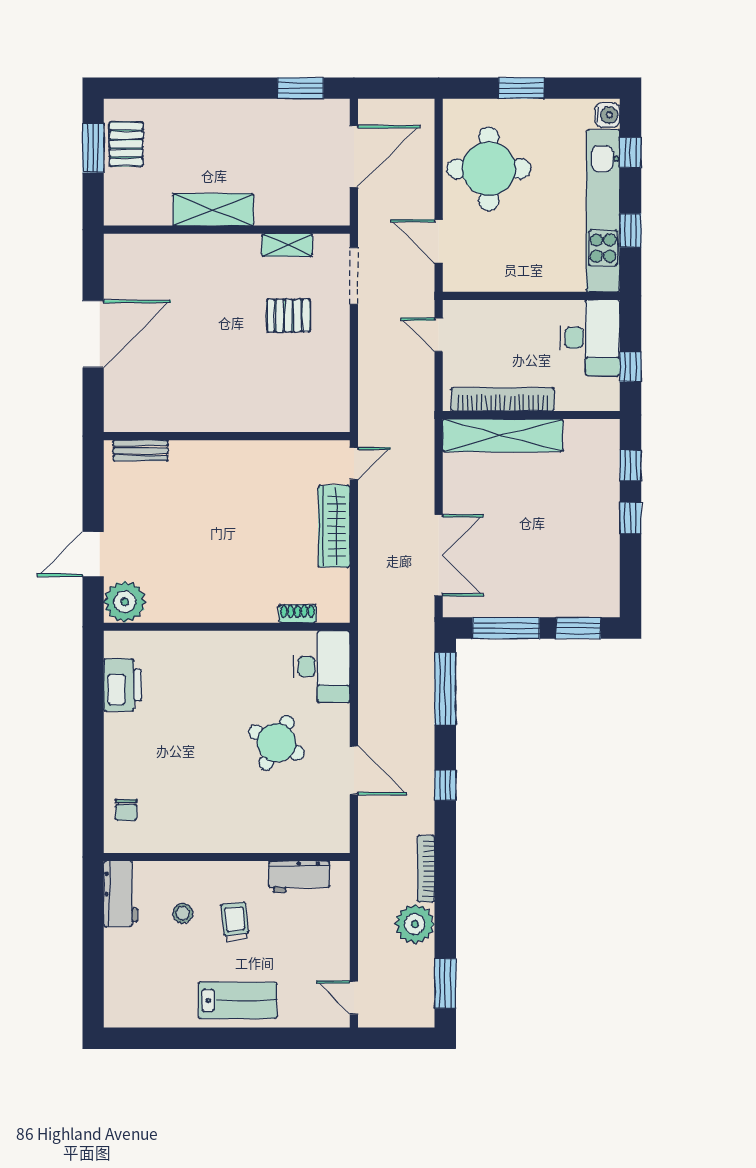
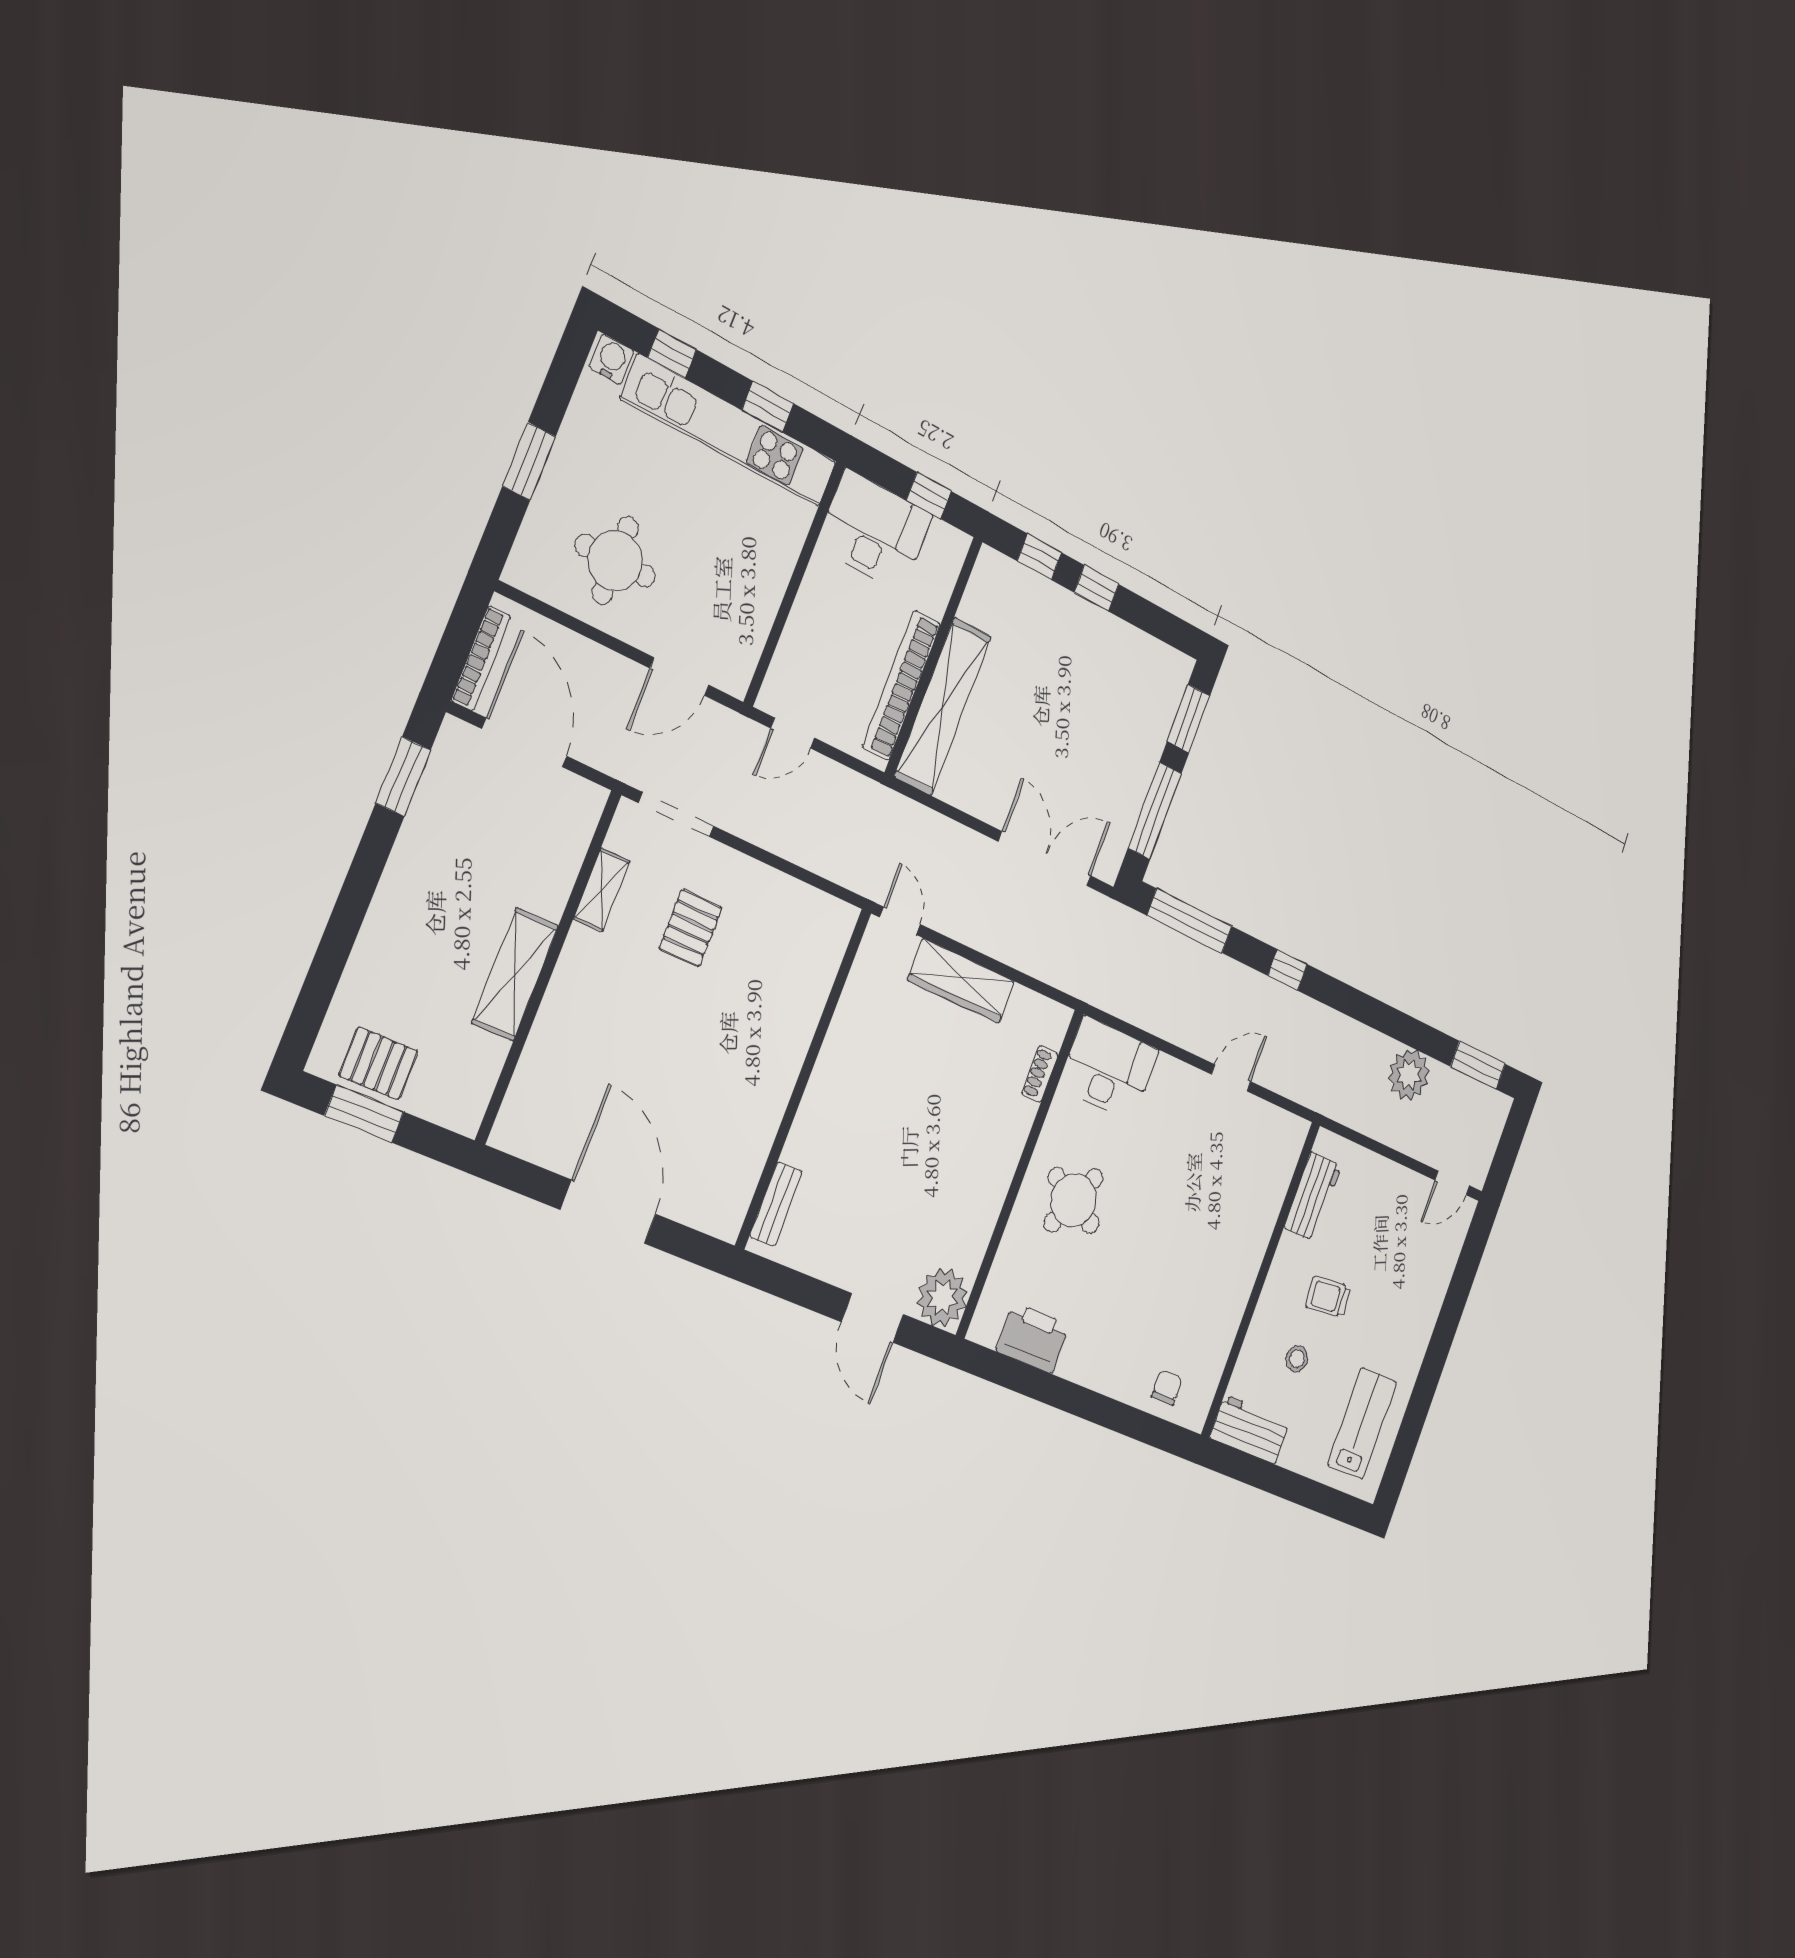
round table: (489, 169) -> (615, 561), width x0.73, depth x0.73
round table: (276, 743) -> (1073, 1200), moved
door: (354, 770) -> (1231, 1078), width x0.73
chair: (126, 810) -> (1167, 1388), turned -90
bookcase: (426, 869) -> (481, 658), moved, turned -90
lab bench: (238, 1000) -> (1362, 1423), moved

